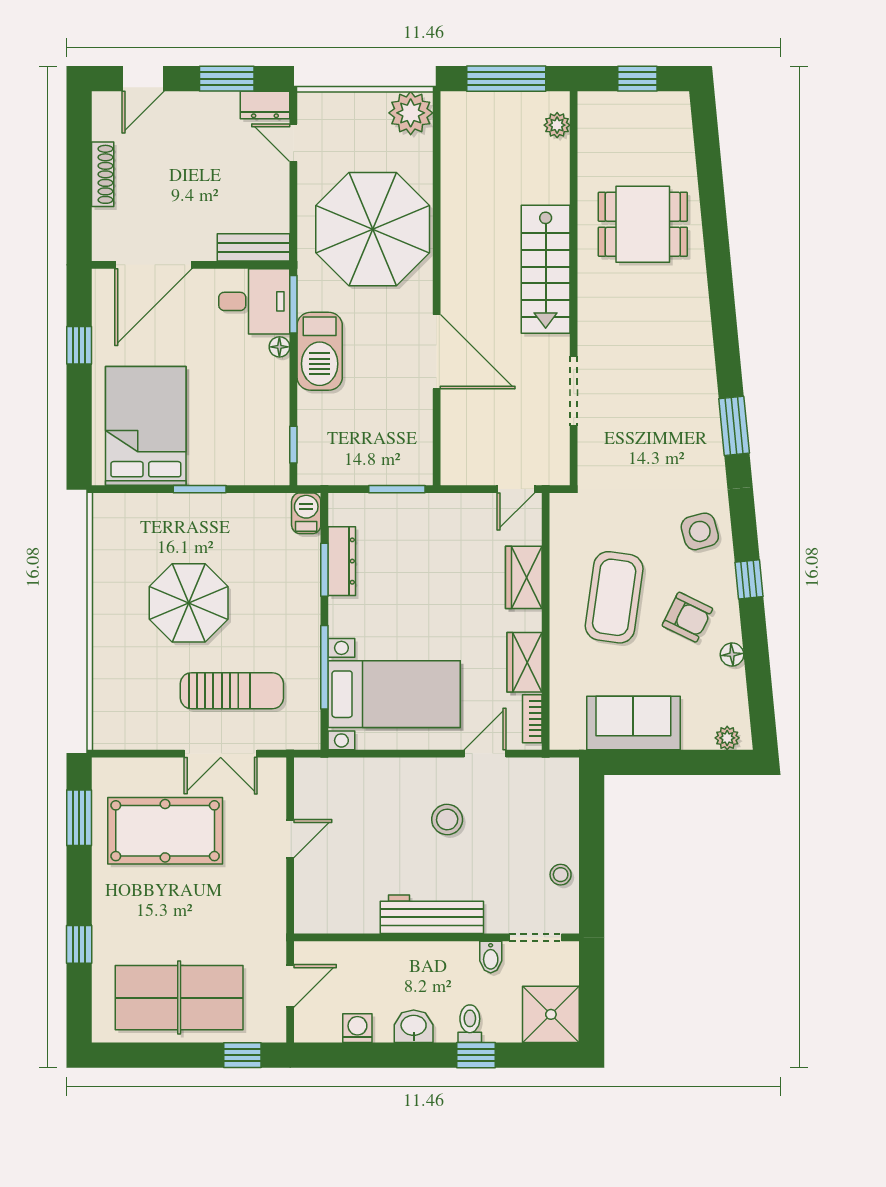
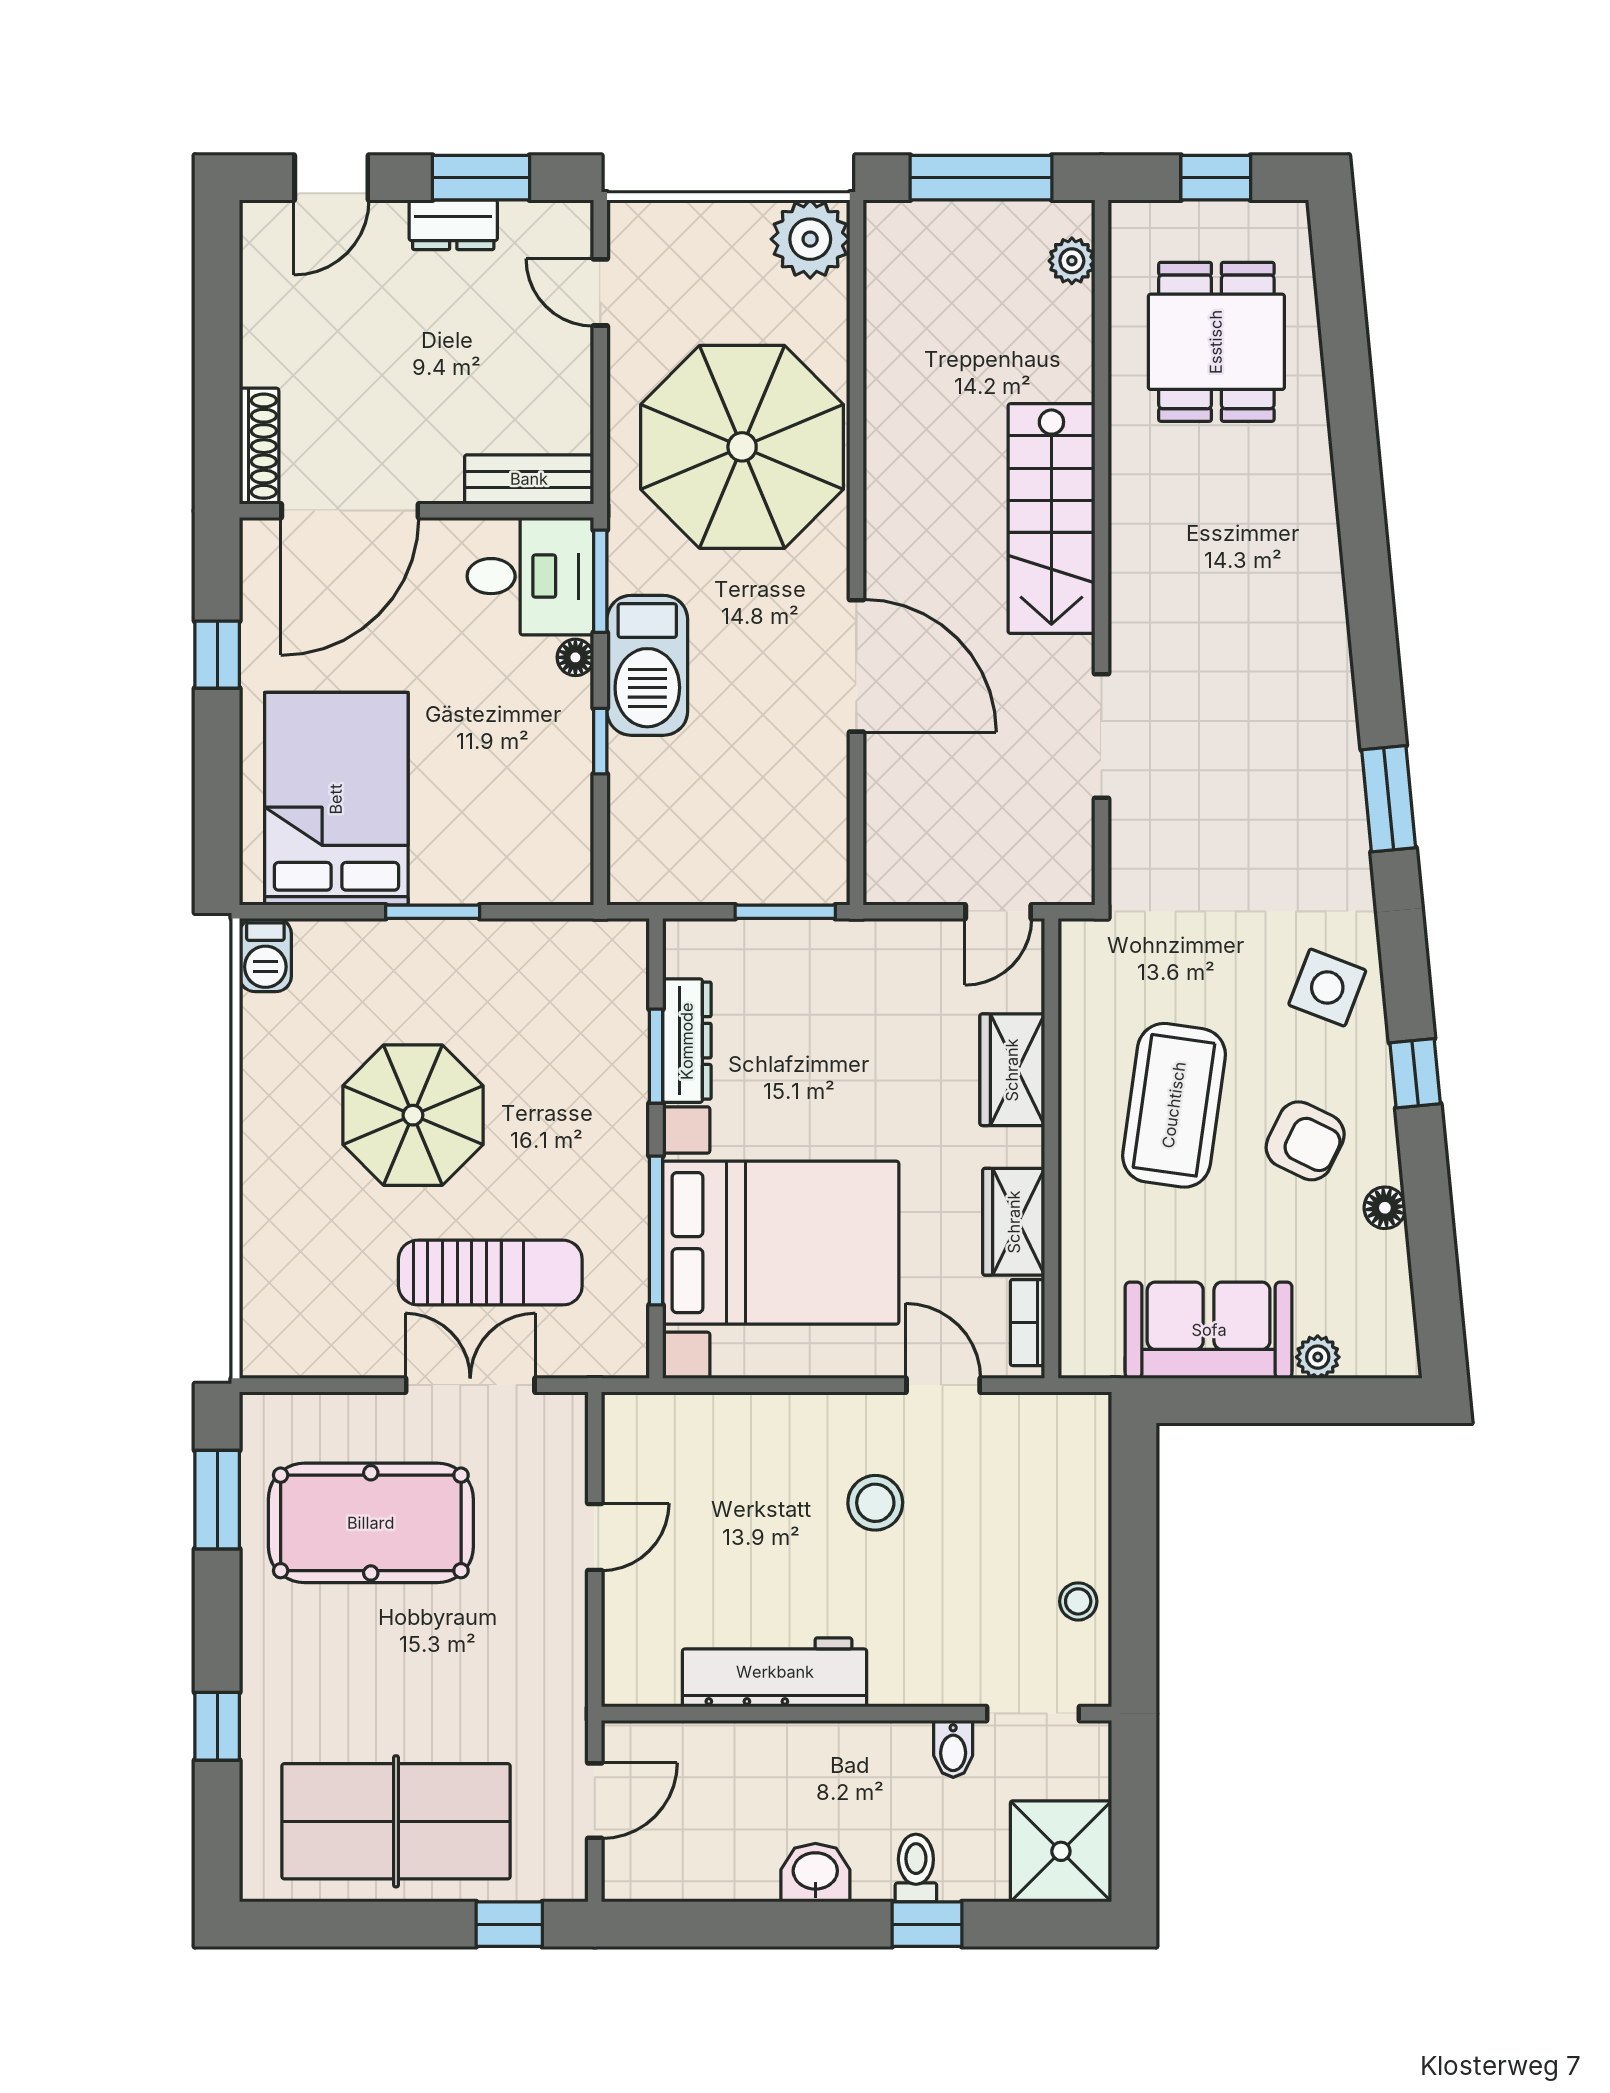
dresser: (265, 105) -> (453, 225), moved
shoe rack: (103, 174) -> (259, 446), moved
dining table: (643, 224) -> (1216, 342), moved, turned 90
window: (293, 445) -> (600, 741), moved
barbecue: (306, 513) -> (265, 955), moved, turned 180
side table: (700, 531) -> (1327, 988), turned 36
bed with nightstands: (394, 694) -> (781, 1243), width x1.36
plant: (727, 738) -> (1318, 1357), moved
double door: (221, 754) -> (470, 1385), swing flipped
door: (485, 754) -> (943, 1385), hinge flipped
workbench: (432, 914) -> (775, 1672), moved
washing machine: (357, 1028) -> (715, 1876), removed

